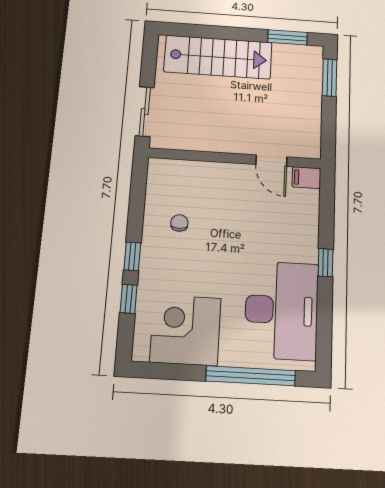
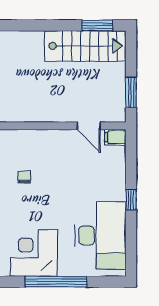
stairs: (218, 57) -> (85, 46), moved
window: (330, 78) -> (131, 92), moved
window: (251, 376) -> (56, 282), moved

